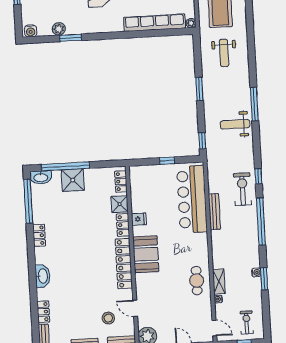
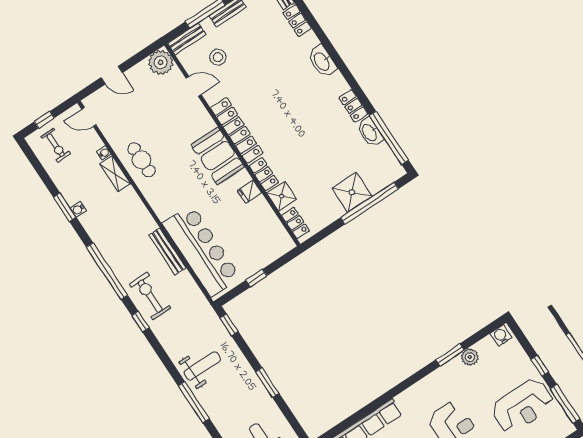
washbasin: (41, 177) -> (370, 132), moved, turned -90
exercise bike: (242, 189) -> (150, 296), turned 180

